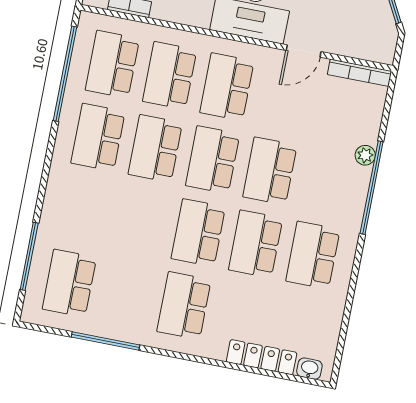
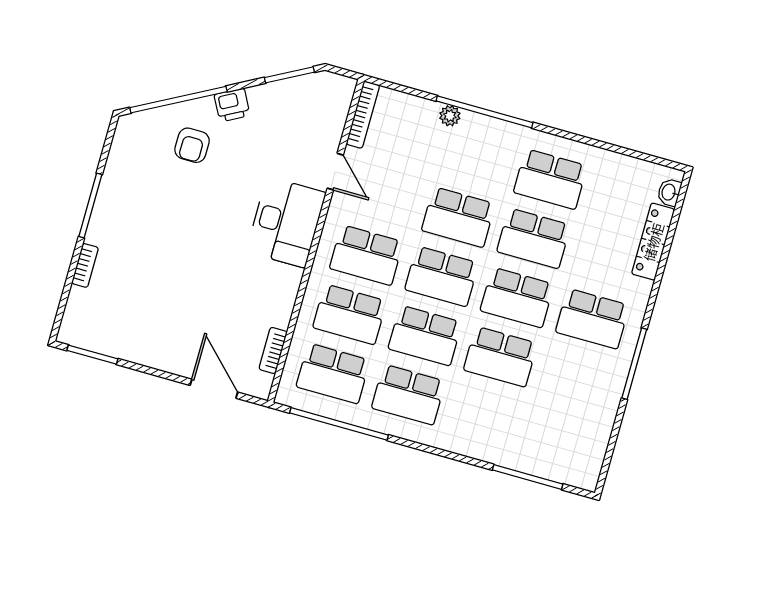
school desk: (69, 283) -> (500, 357), moved
window: (106, 341) -> (634, 364), moved

